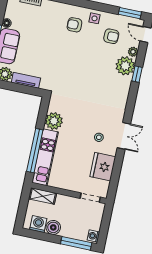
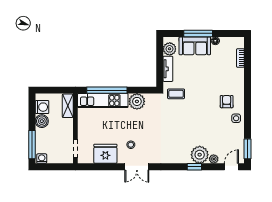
armchair: (111, 36) -> (223, 137), removed
coffee table: (55, 77) -> (176, 94), added

